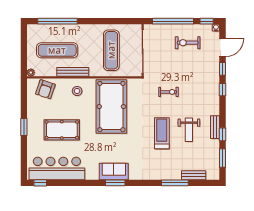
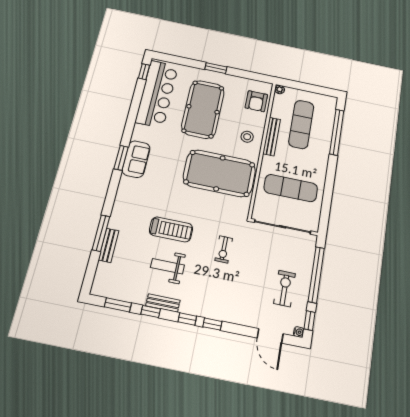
window: (222, 69) -> (187, 319), moved
armchair: (45, 89) -> (256, 101), turned -108
pool table: (62, 130) -> (203, 109), width x1.36, depth x1.32
bench: (194, 175) -> (109, 245), moved

